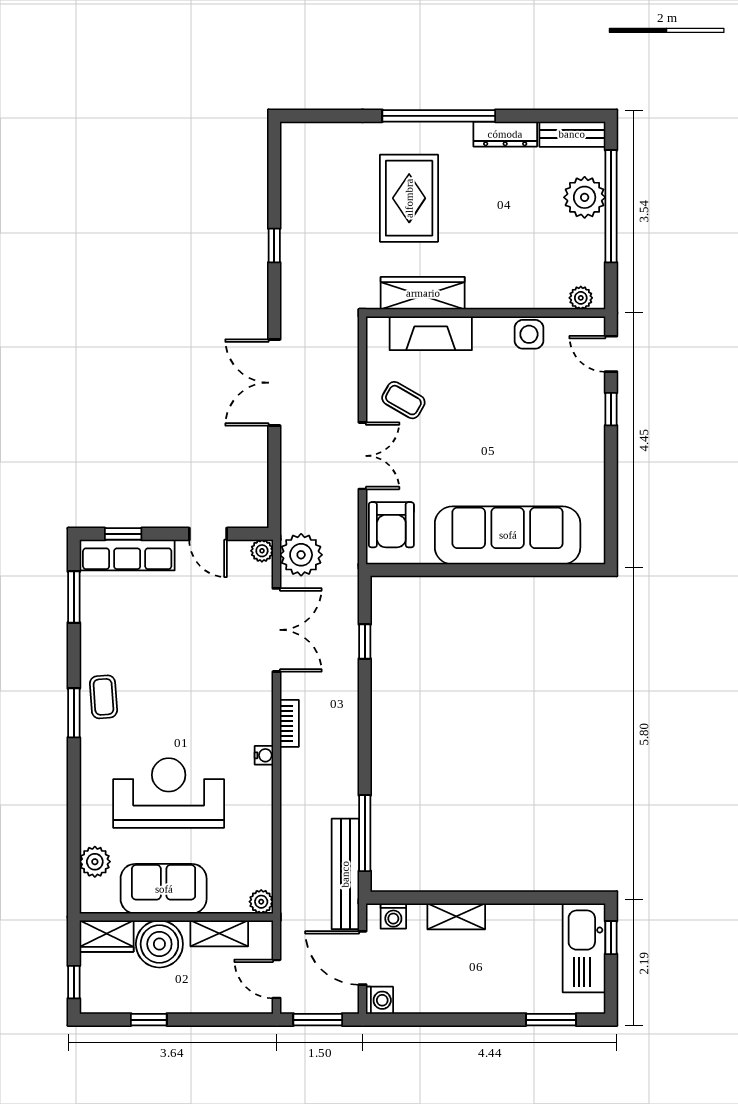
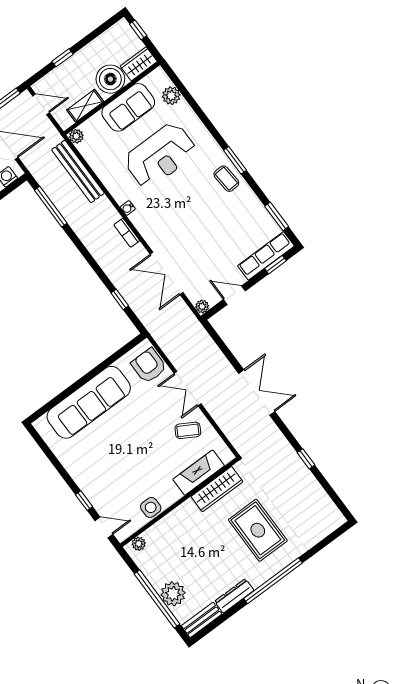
plant: (301, 555) -> (182, 319), removed
bench: (345, 874) -> (78, 171), moved
window: (149, 1020) -> (63, 58), moved

